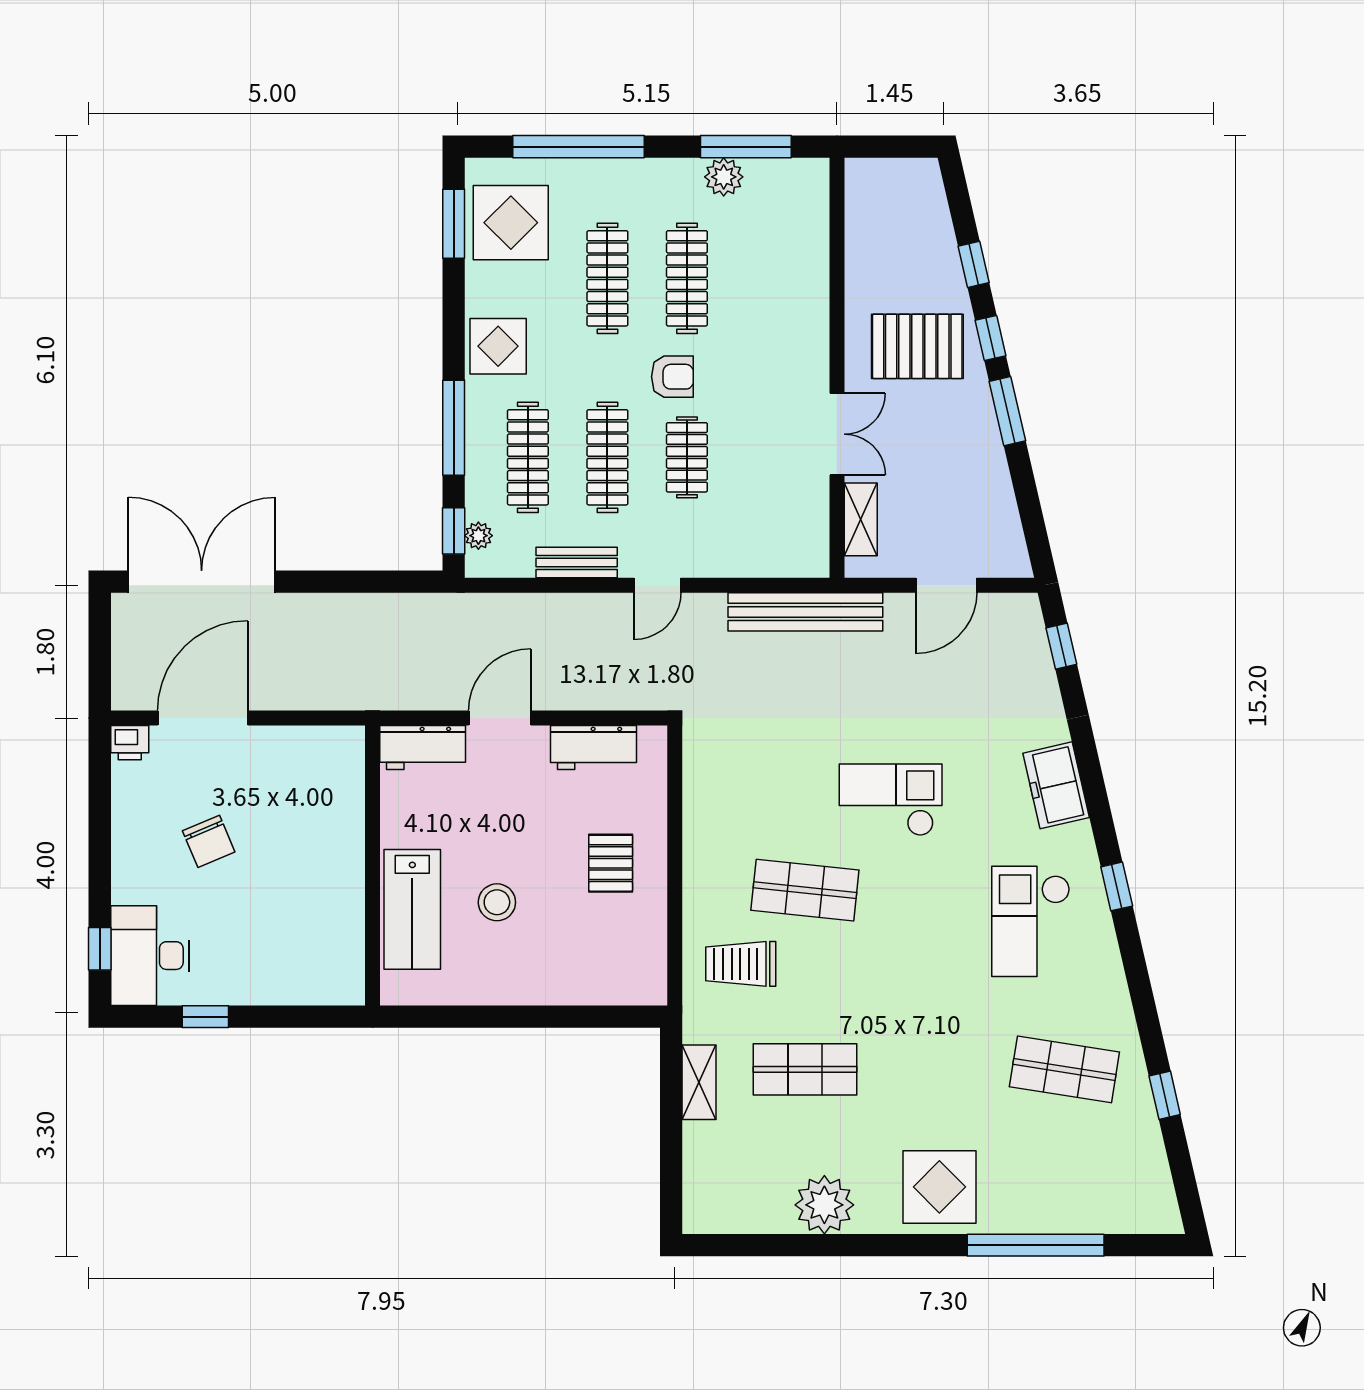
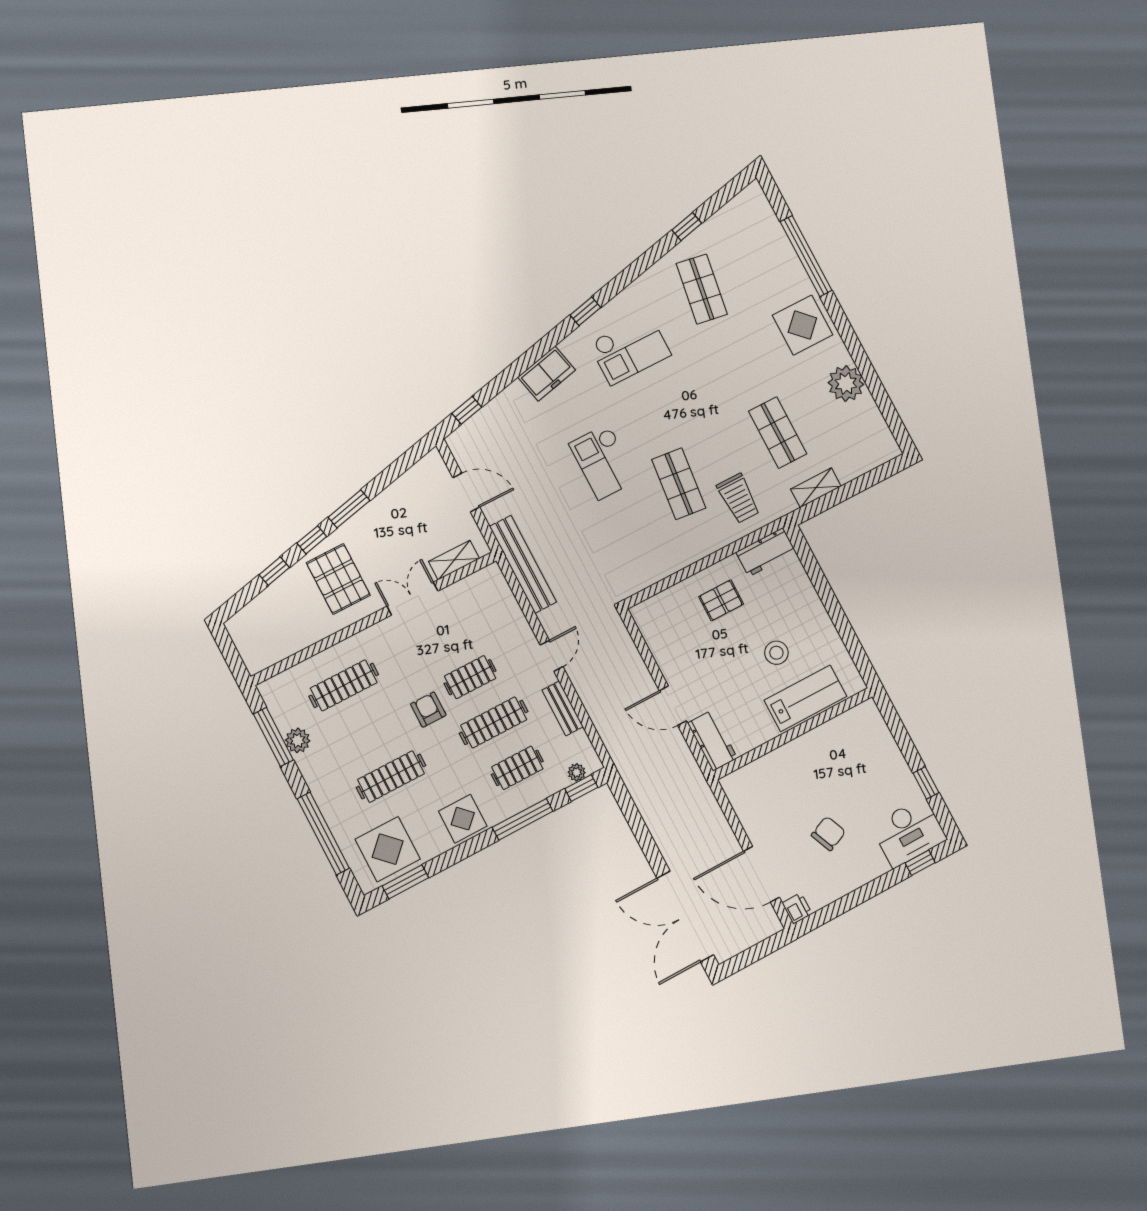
clothes rail: (687, 278) -> (344, 685), moved
clothes rail: (528, 457) -> (517, 768), width x0.73
door: (657, 585) -> (552, 656), hinge flipped
workbench: (594, 748) -> (766, 552), moved, turned 90

